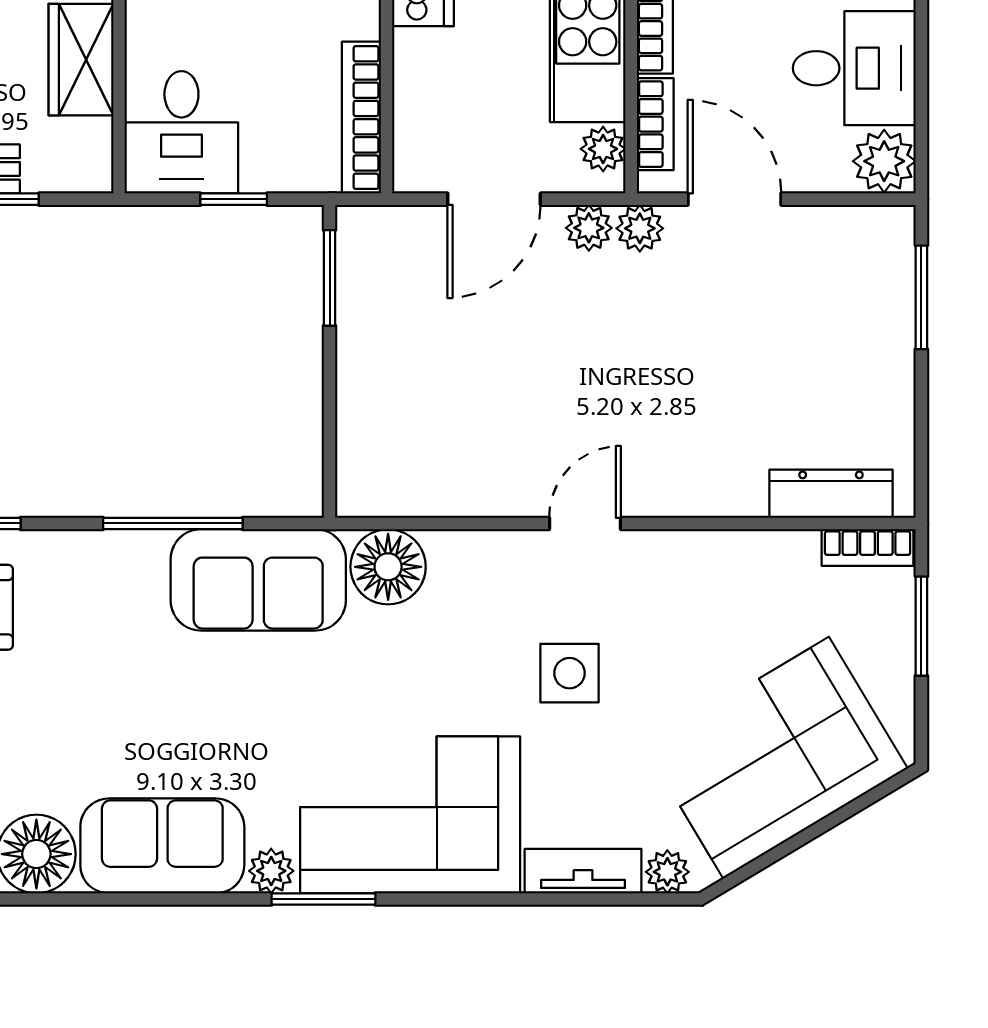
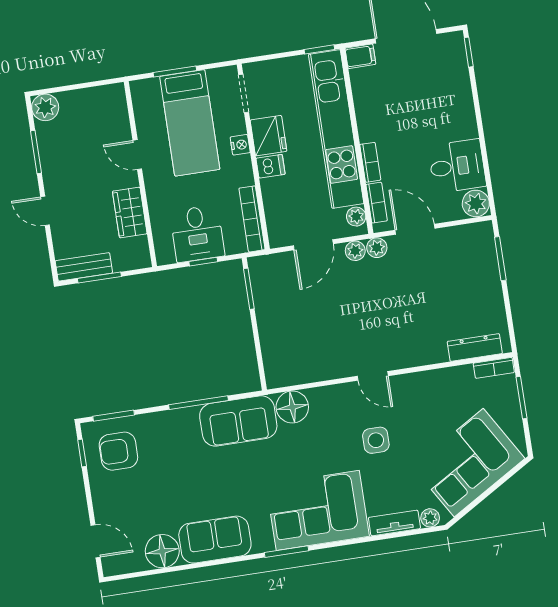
desk: (181, 132) -> (197, 234), moved
door: (585, 523) -> (373, 376), swing flipped
plant: (271, 871) -> (263, 543), removed

